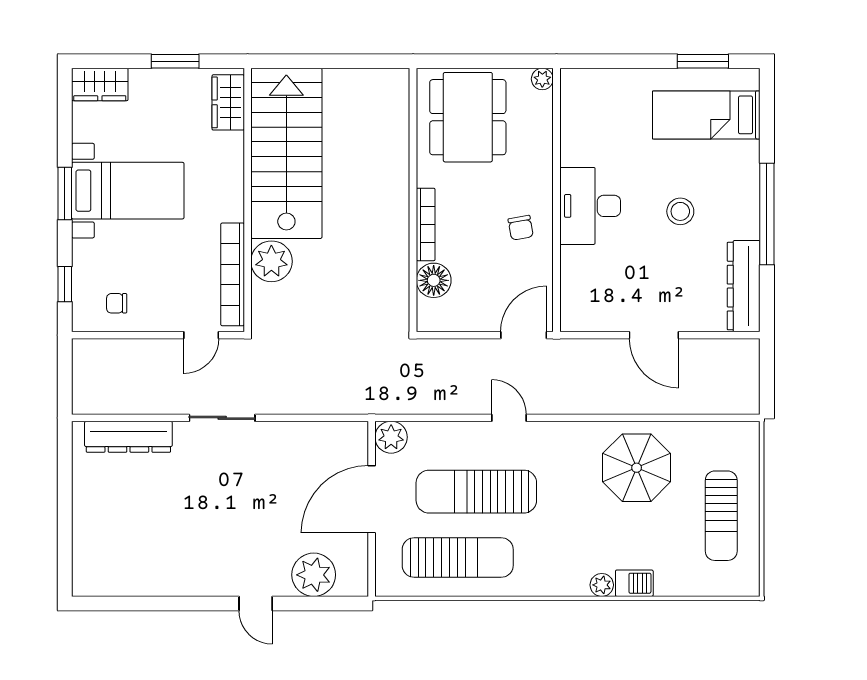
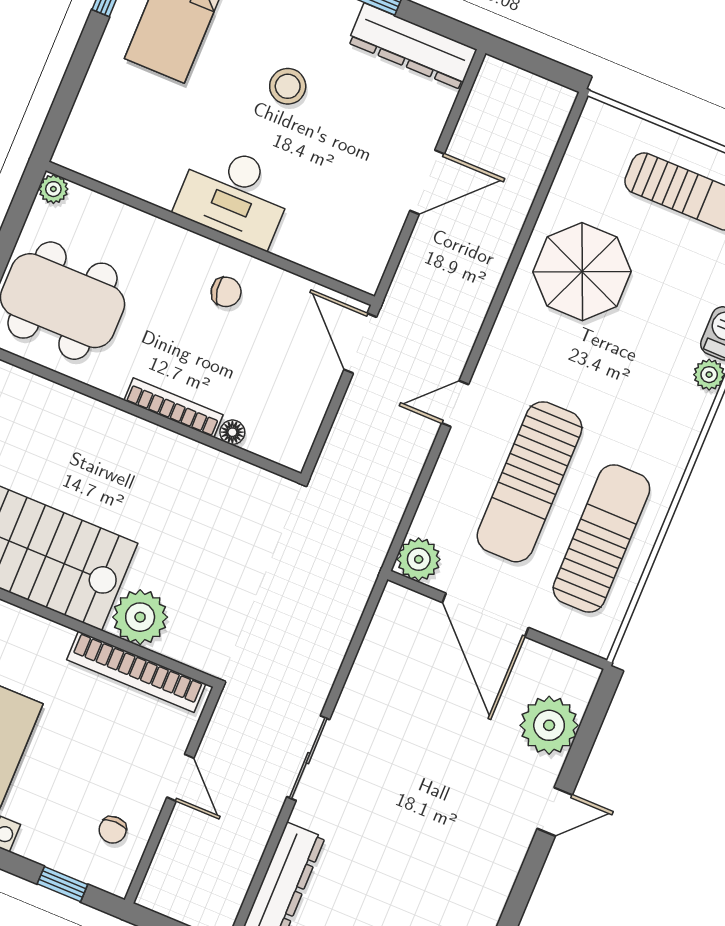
floor lamp: (434, 280) -> (232, 432), width x0.53, depth x0.53
door: (201, 335) -> (180, 778), moved

